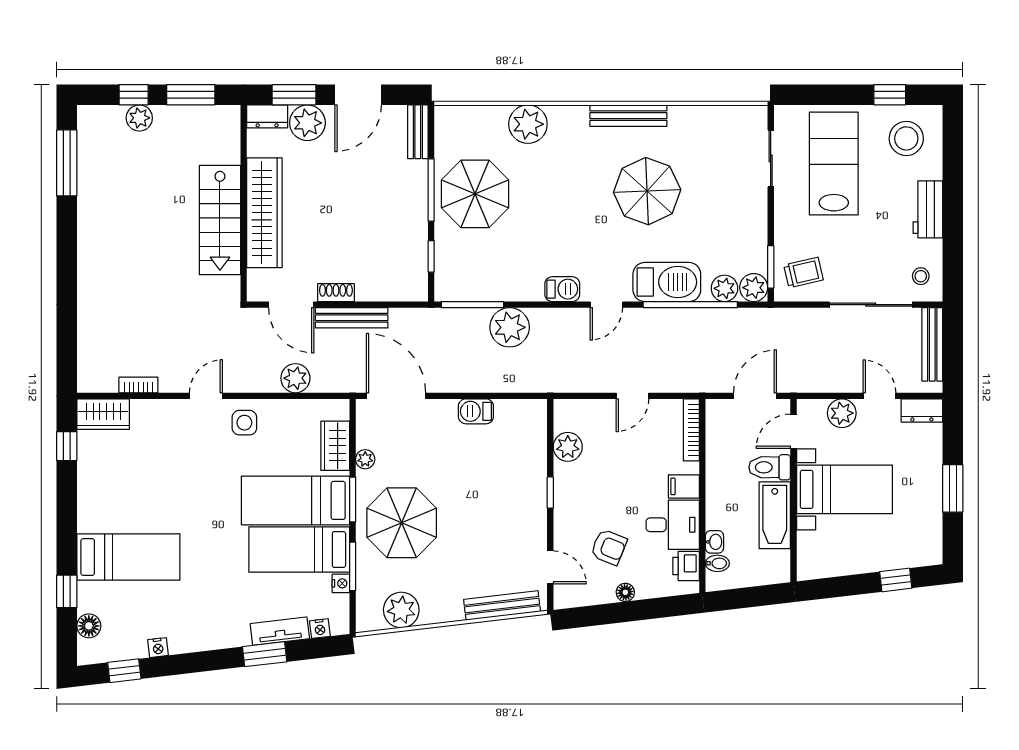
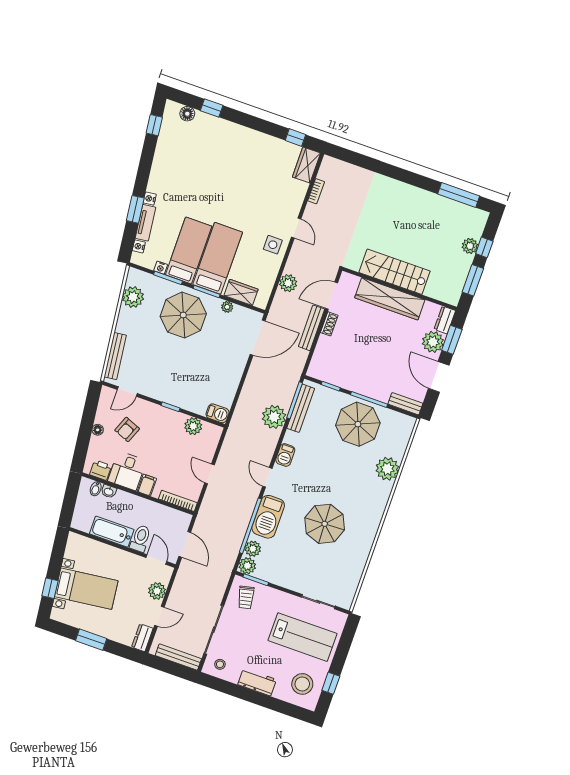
bench: (628, 116) -> (301, 408), moved
barbecue: (476, 411) -> (217, 413), moved, turned 90
bed with nightstands: (844, 489) -> (86, 589), moved, turned -97
bed: (128, 557) -> (219, 151), removed
nightstand: (158, 648) -> (150, 199), moved

